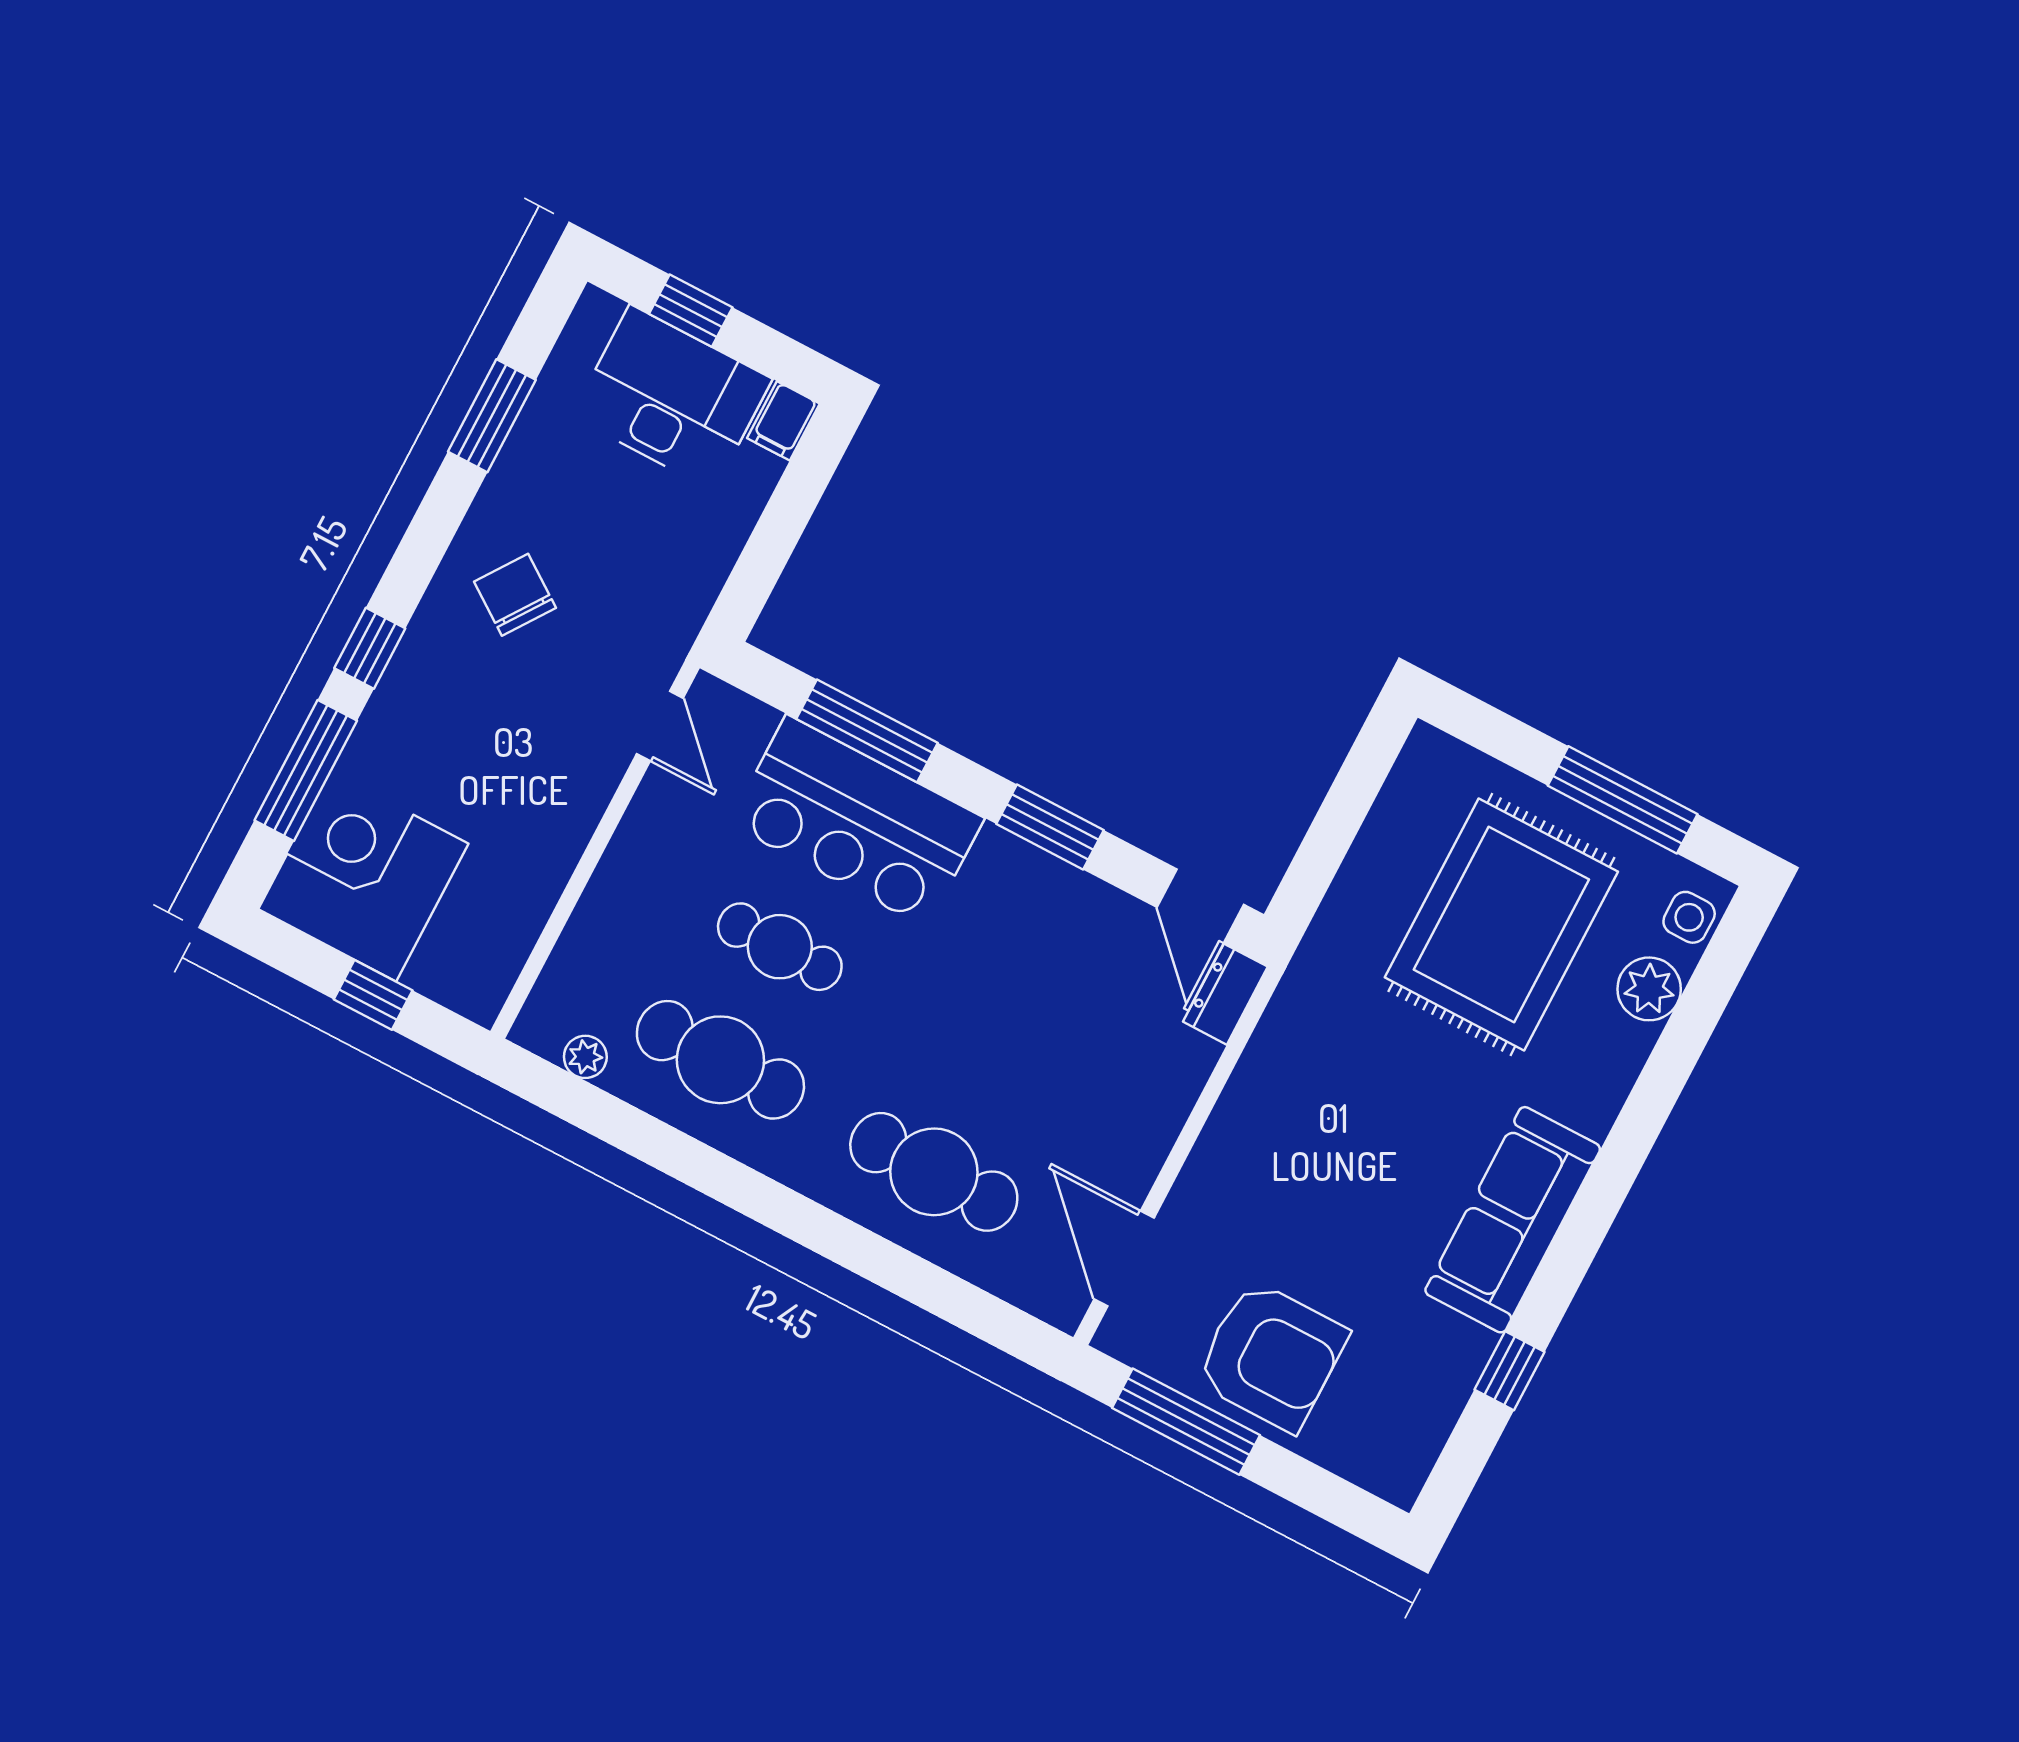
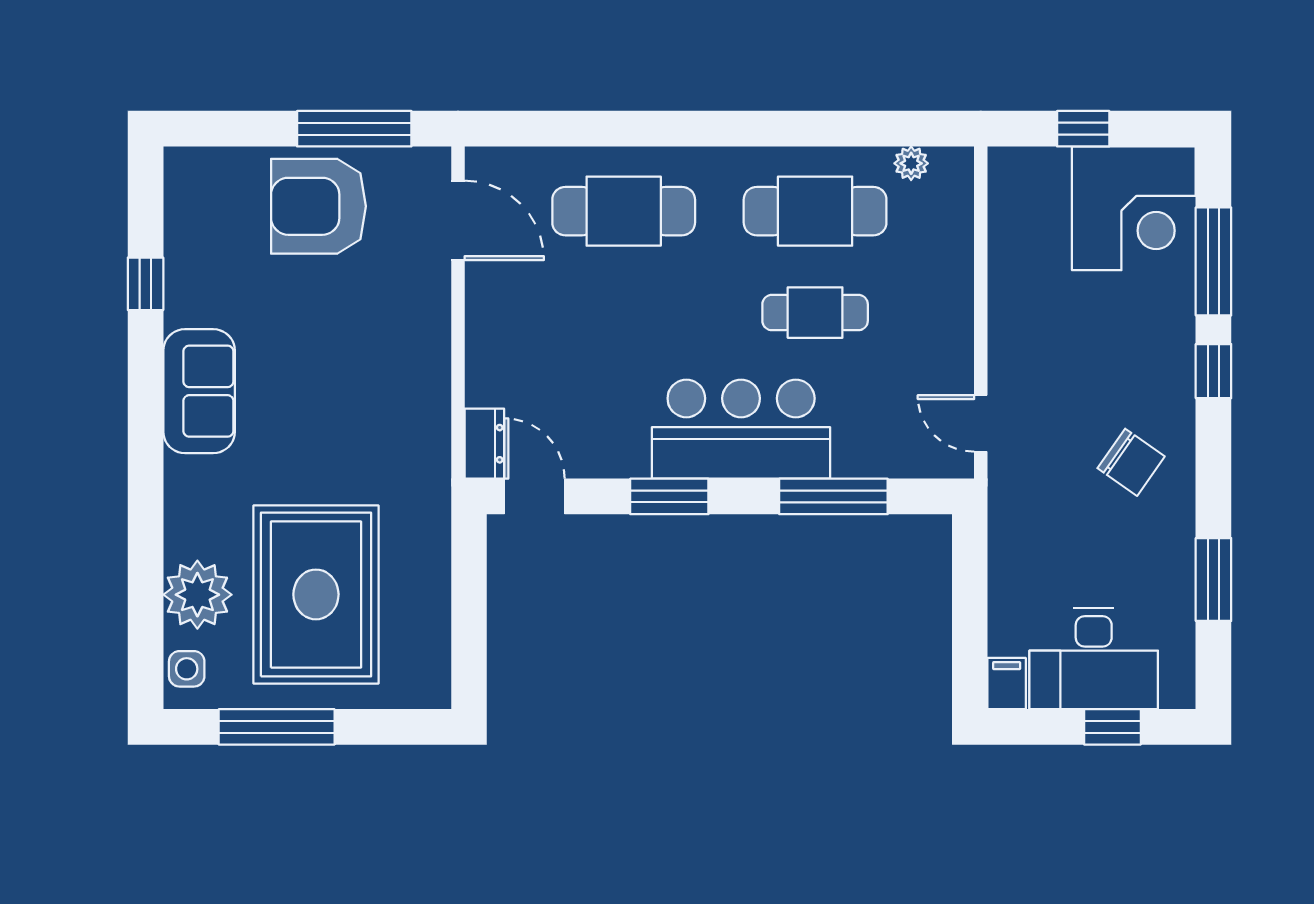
bar counter: (857, 821) -> (741, 429), moved
plant: (1649, 989) -> (197, 595), width x1.36, depth x1.36
sofa: (1513, 1220) -> (199, 391), width x0.73

